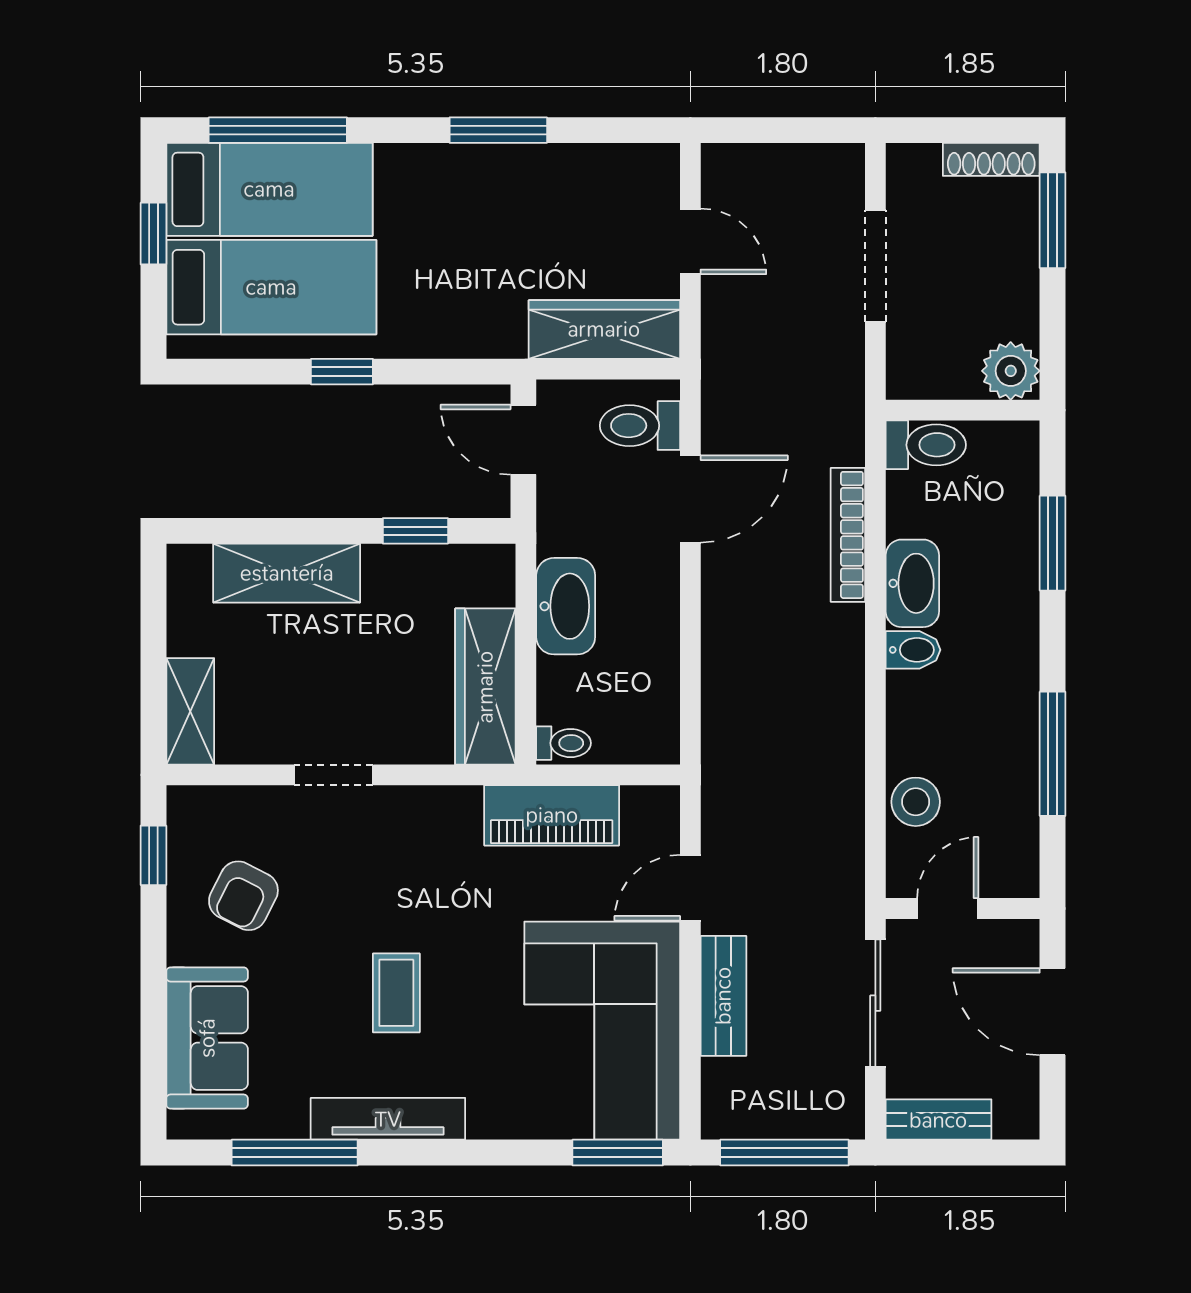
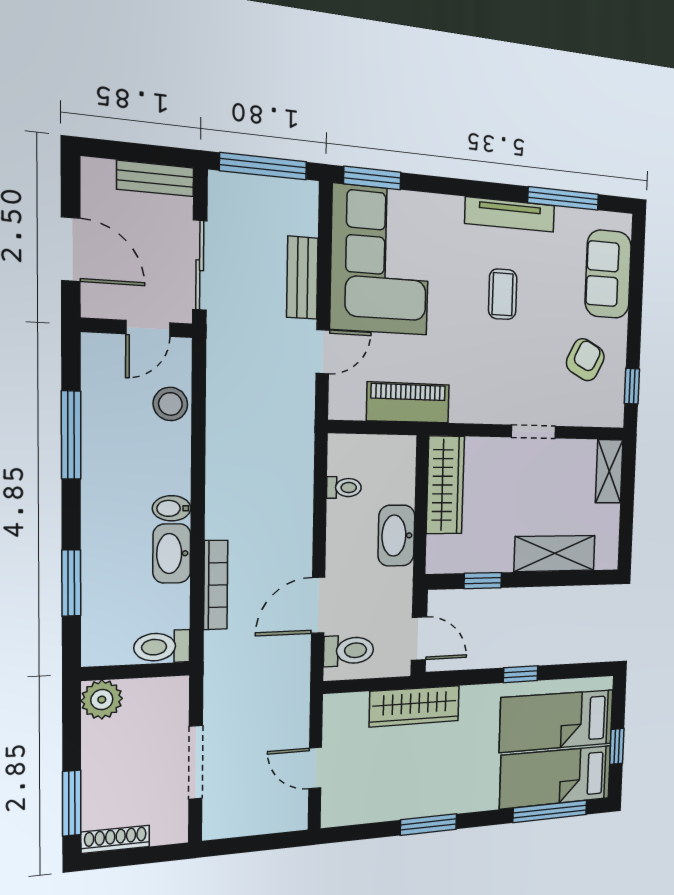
wardrobe: (604, 329) -> (415, 706), moved
toilet: (564, 743) -> (344, 488), moved, turned 180

